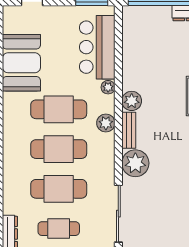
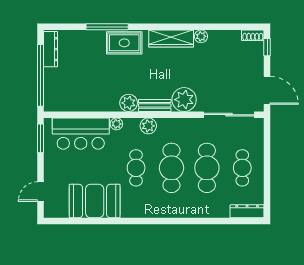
cafe table: (59, 109) -> (136, 168), width x0.73, depth x0.74

